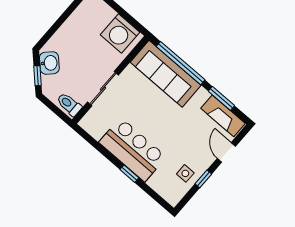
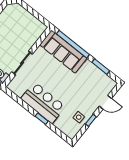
washing machine: (120, 34) -> (32, 26), removed
fireplace: (223, 116) -> (102, 78), removed
door: (226, 152) -> (105, 102), swing flipped

